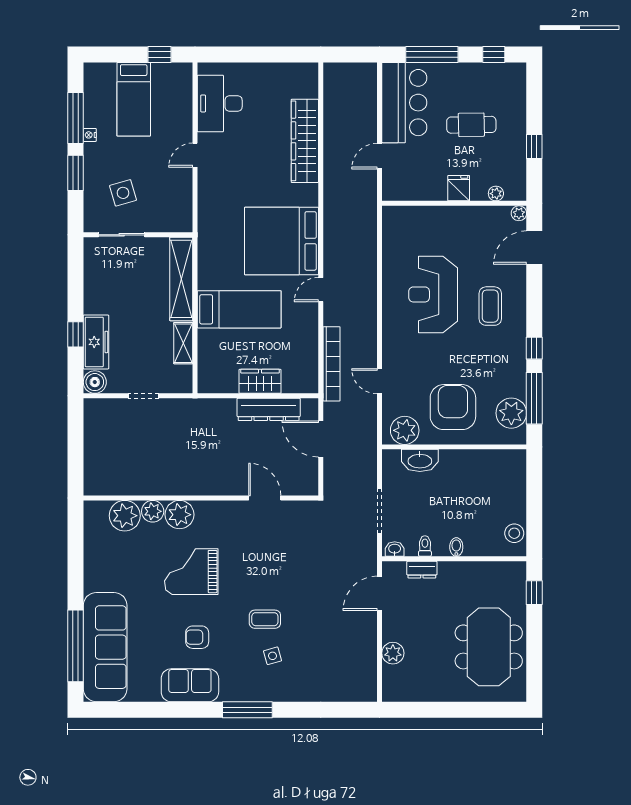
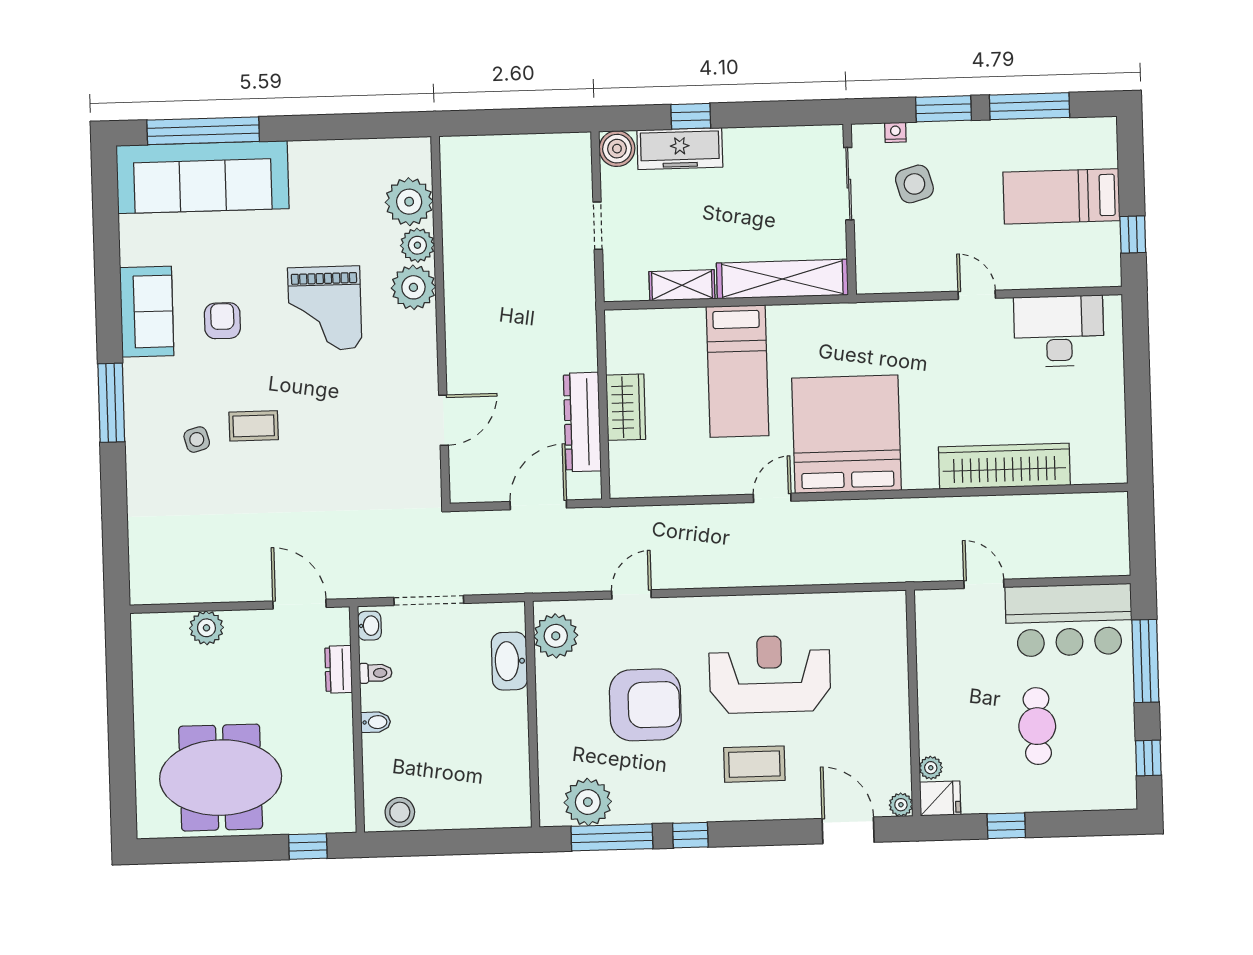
nightstand: (90, 135) -> (895, 132), moved
fridge: (459, 188) -> (940, 798), moved
door: (321, 290) -> (772, 498), hinge flipped
bookcase: (331, 364) -> (656, 518), removed
armchair: (453, 407) -> (645, 705), moved
grand piano: (191, 572) -> (325, 308), turned 180
coffee table: (265, 619) -> (254, 426), turned 90

